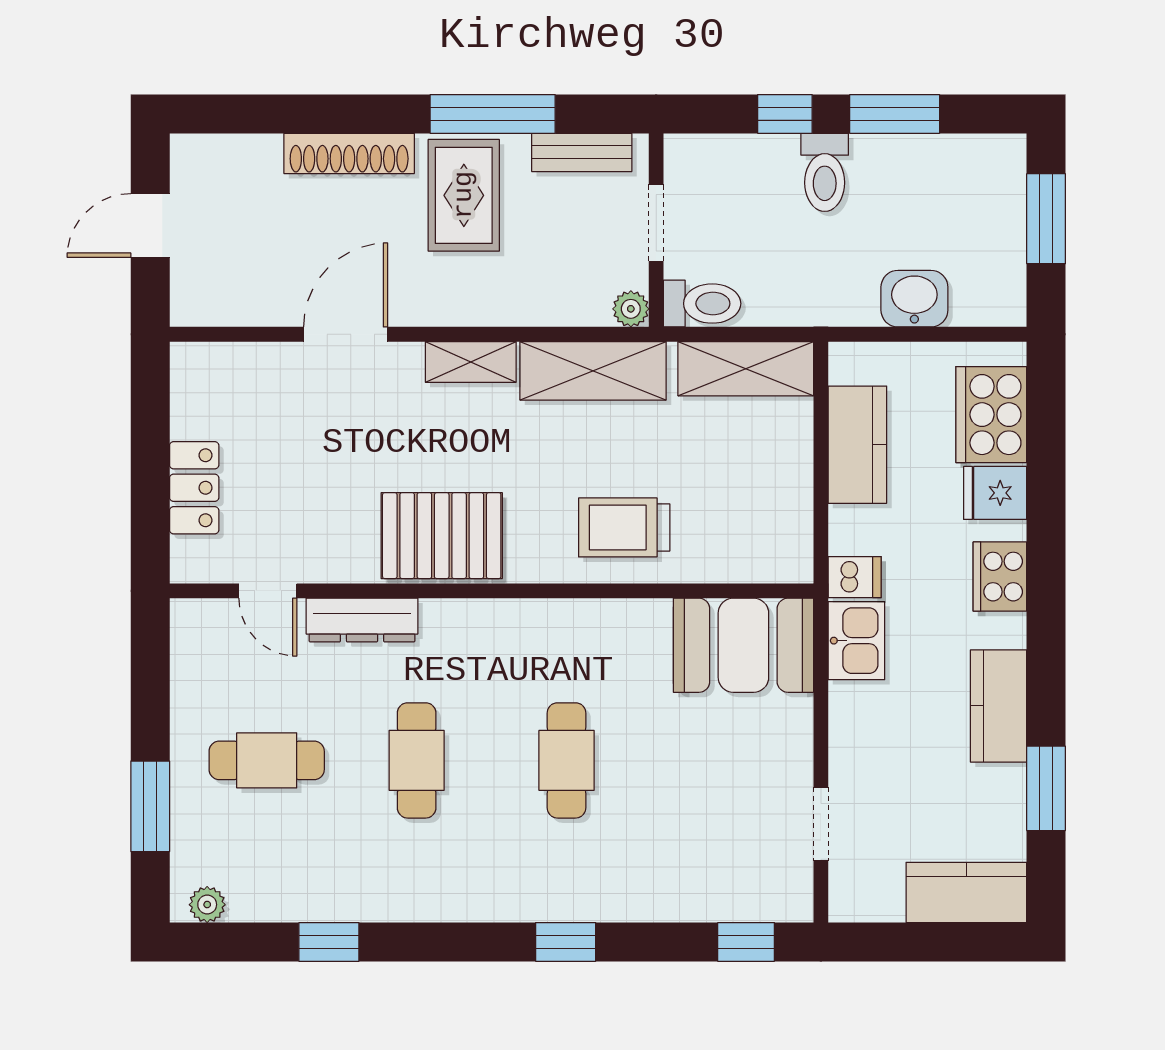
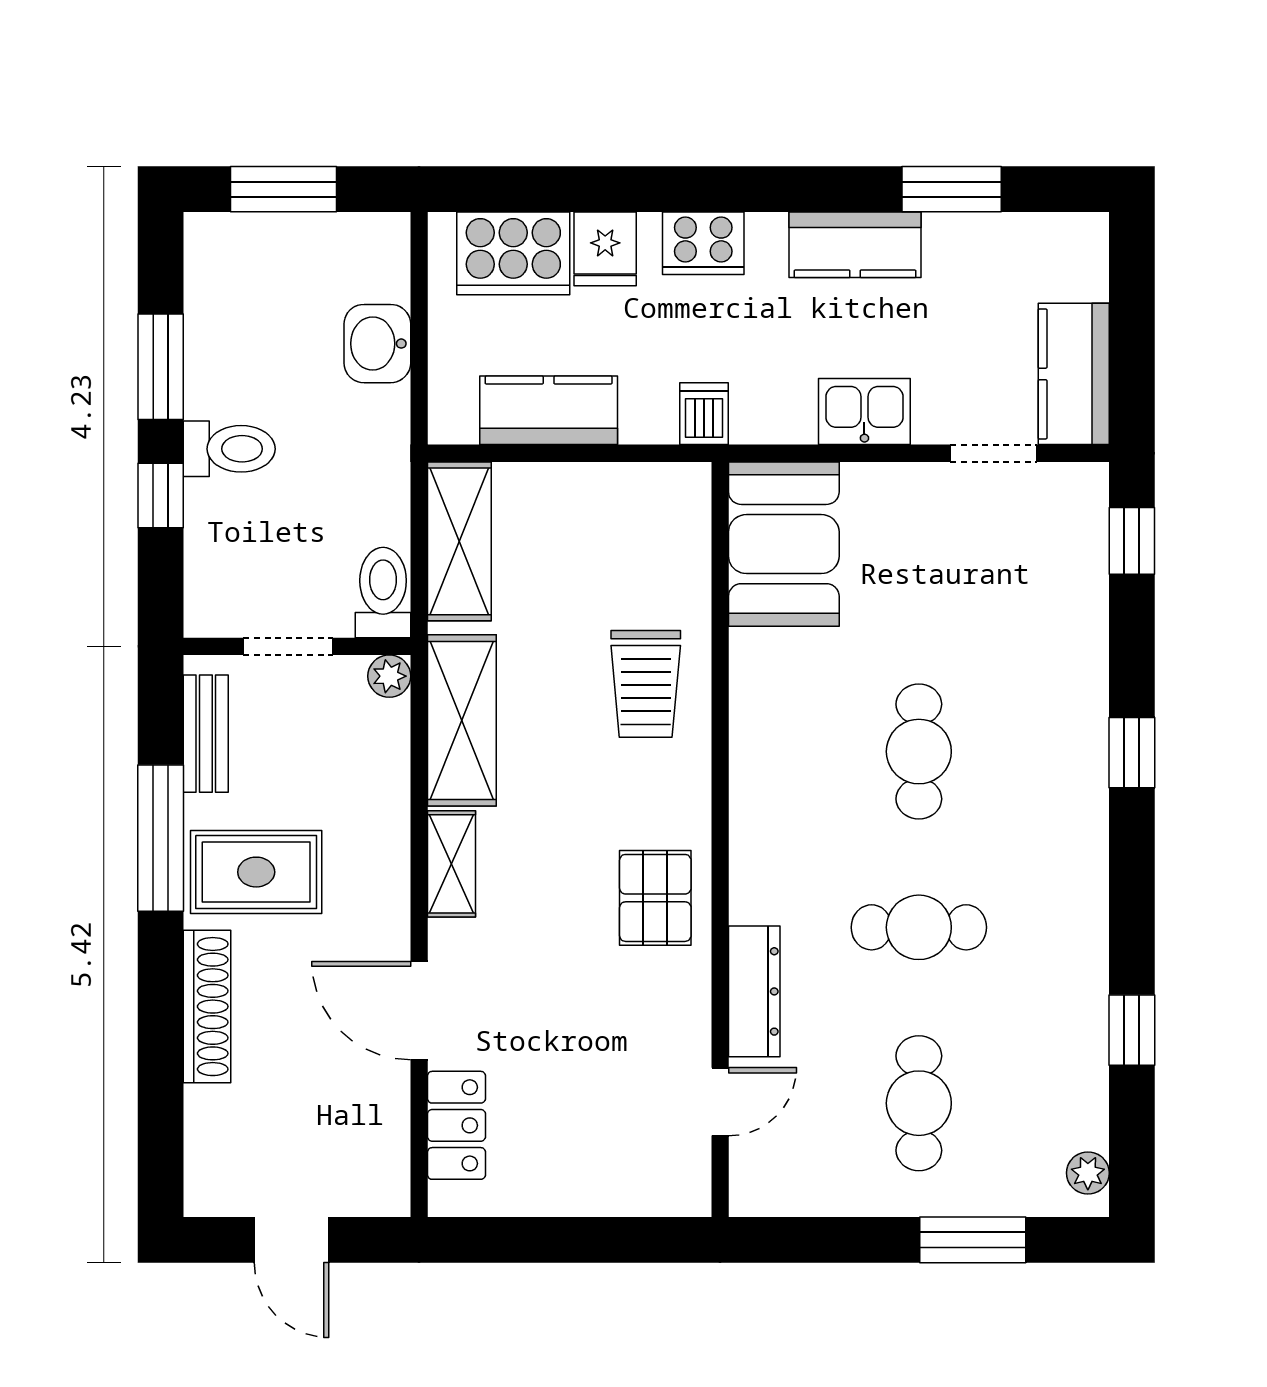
locker: (194, 488) -> (456, 1125), moved, turned 90
pallet: (442, 536) -> (655, 898), width x0.67, depth x0.71
kitchen sink: (856, 641) -> (864, 412), moved
cafe table: (567, 760) -> (919, 752), turned 90
kitchen counter: (966, 892) -> (1074, 374), moved

